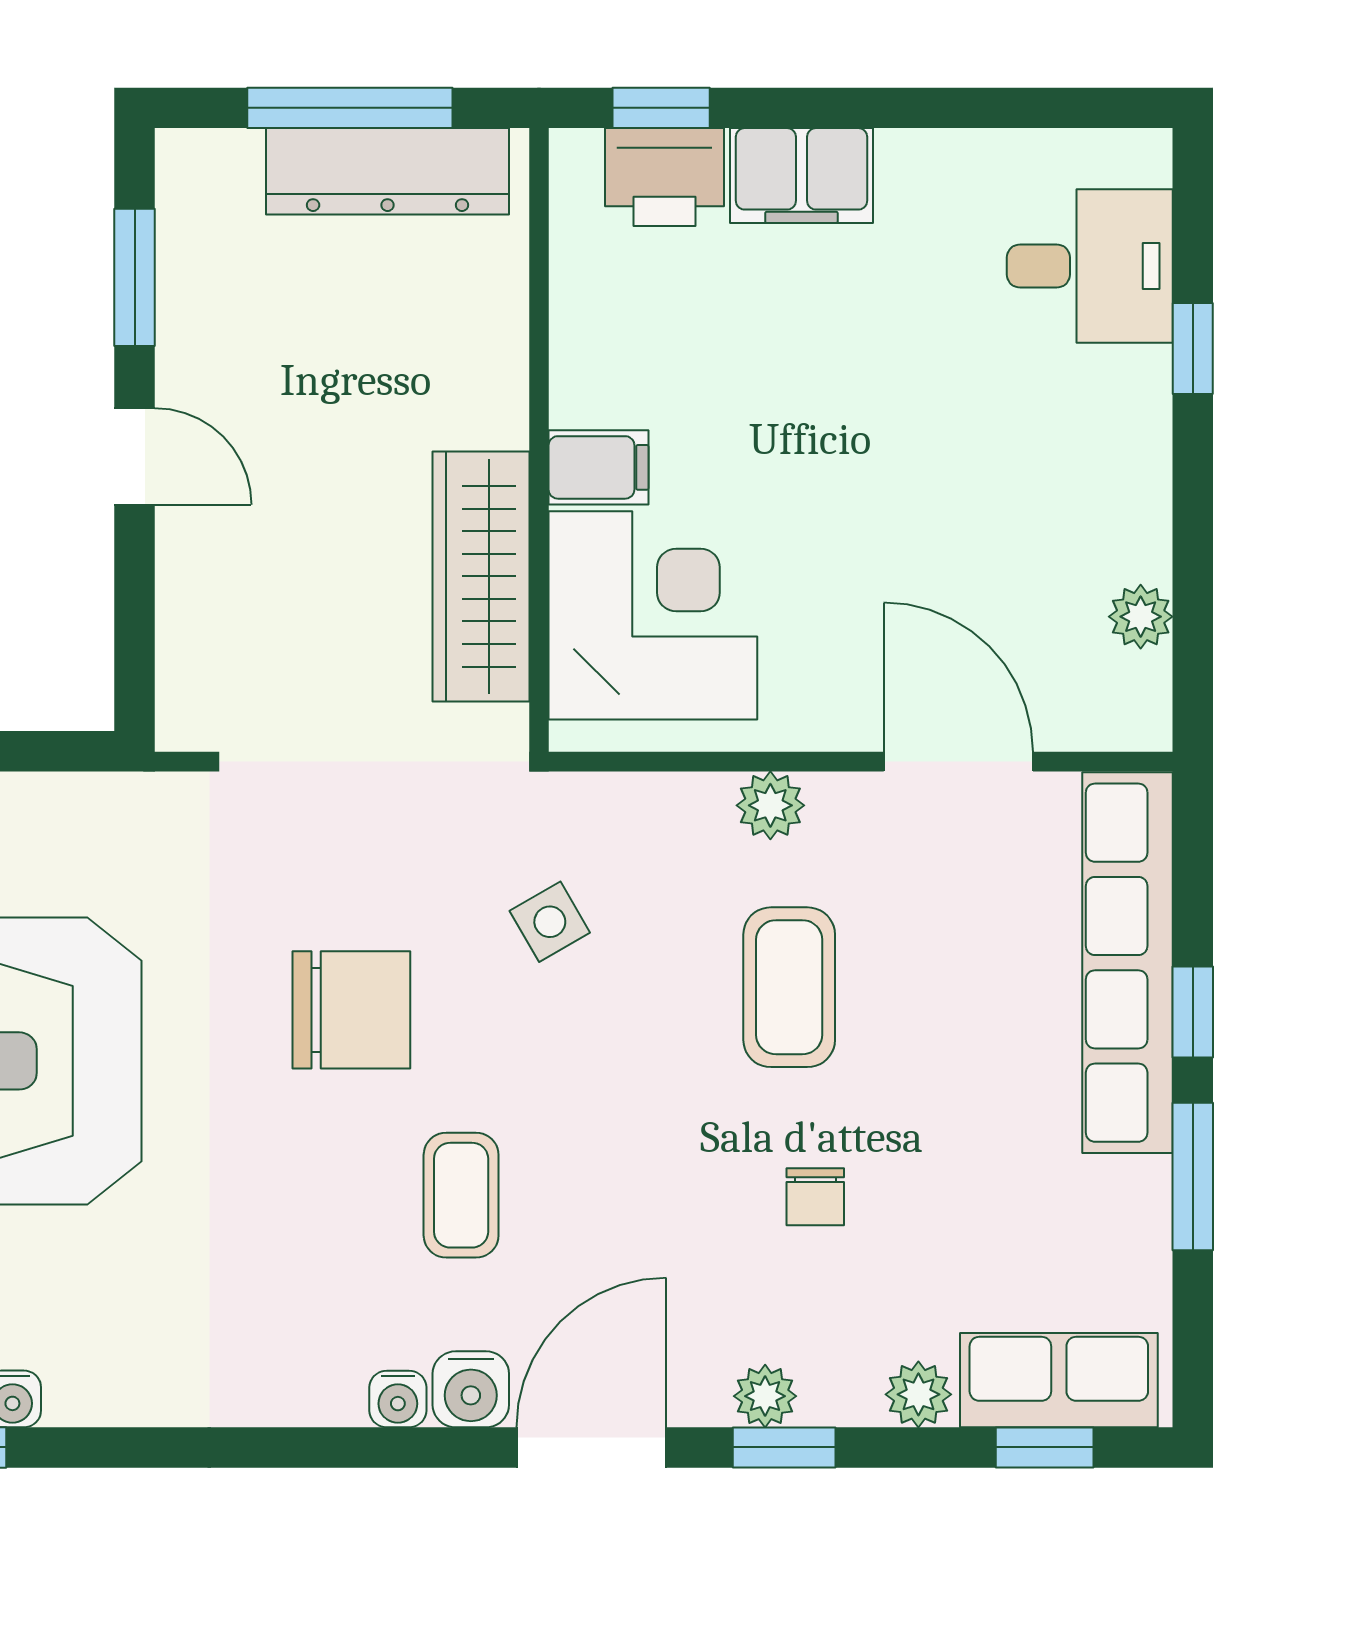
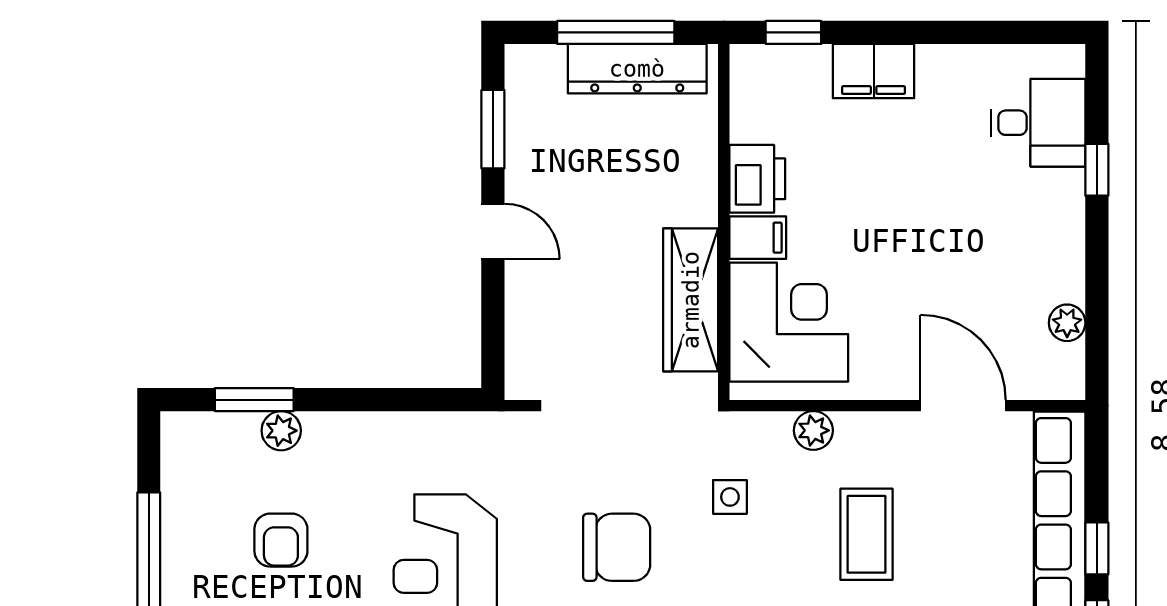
printer: (664, 177) -> (757, 179), moved, turned -90
plant: (770, 805) -> (813, 430), moved
side table: (550, 922) -> (730, 497), turned 30

